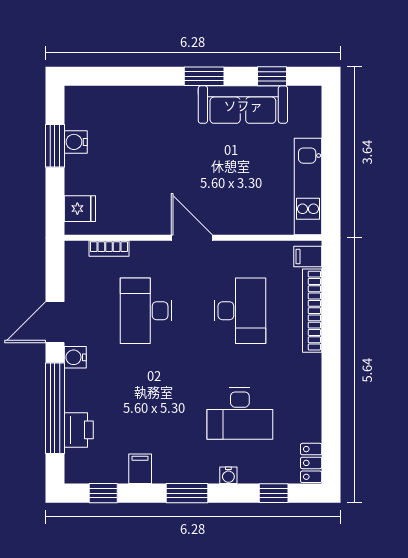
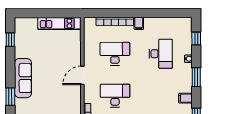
window: (204, 76) -> (10, 97), moved
sofa: (243, 105) -> (23, 78), moved
filing cabinet: (308, 257) -> (139, 23), moved
desk: (146, 311) -> (115, 96), turned 180
locker: (311, 463) -> (183, 22), removed

